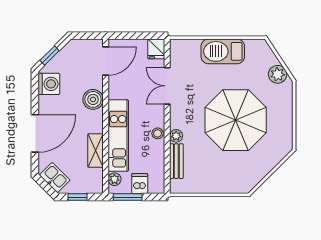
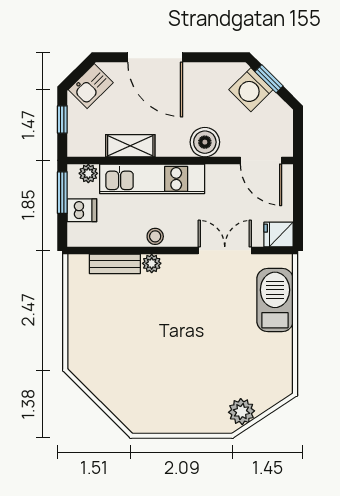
barbecue: (223, 51) -> (275, 300), moved
washing machine: (49, 84) -> (251, 90), moved, turned 45
parasol: (236, 120) -> (175, 350), removed

